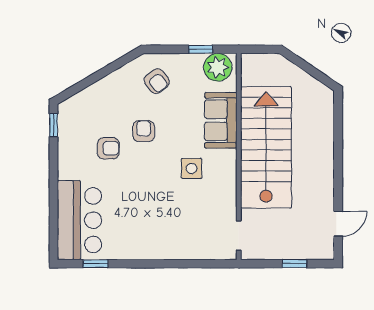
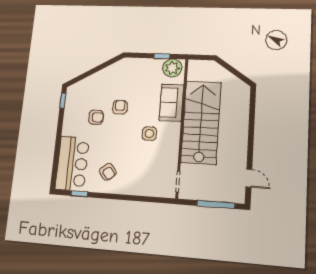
armchair: (157, 81) -> (108, 172), moved
door: (338, 224) -> (249, 178), hinge flipped
window: (294, 264) -> (216, 205), width x2.17

